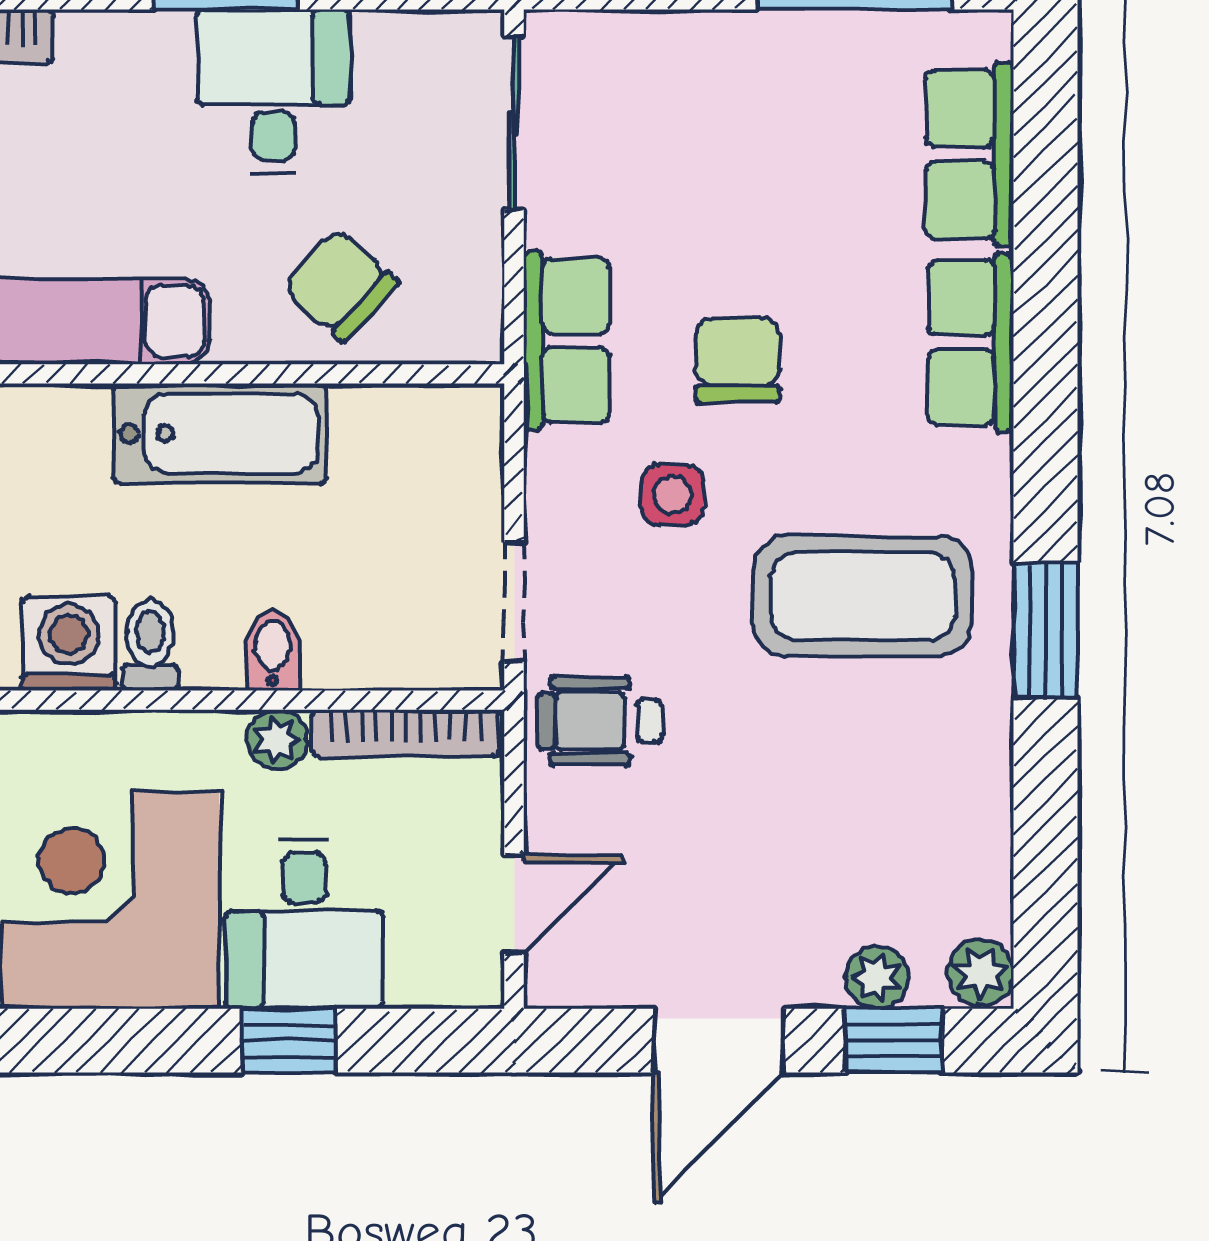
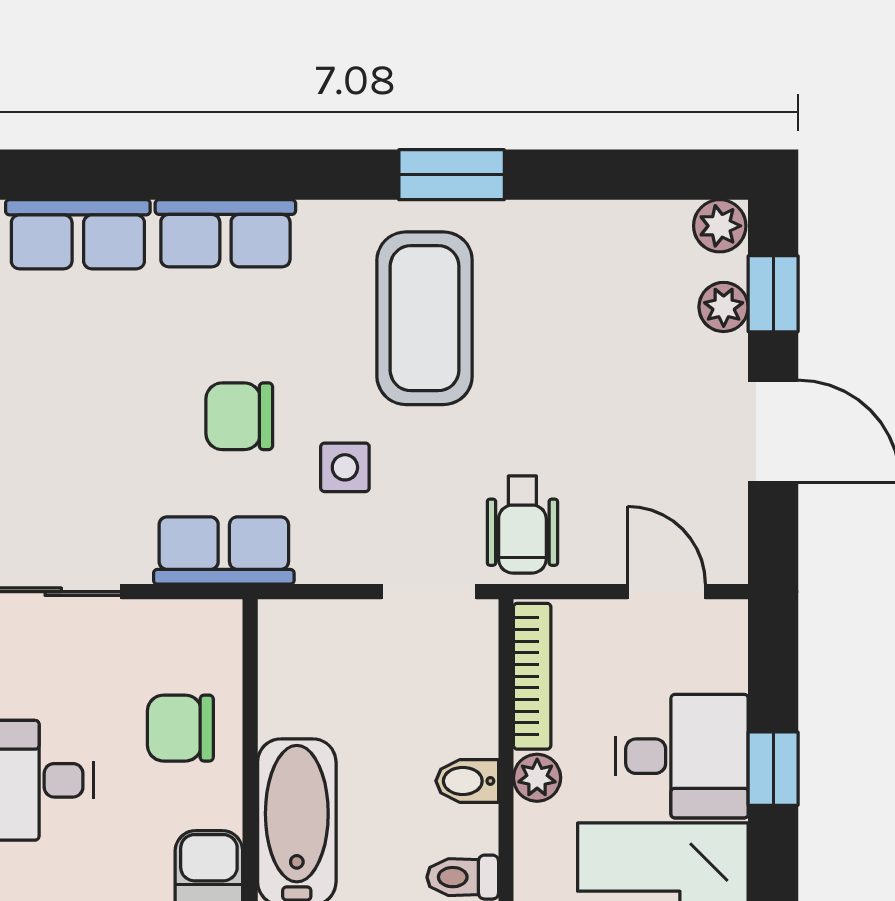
chair: (340, 285) -> (180, 728), turned 48

